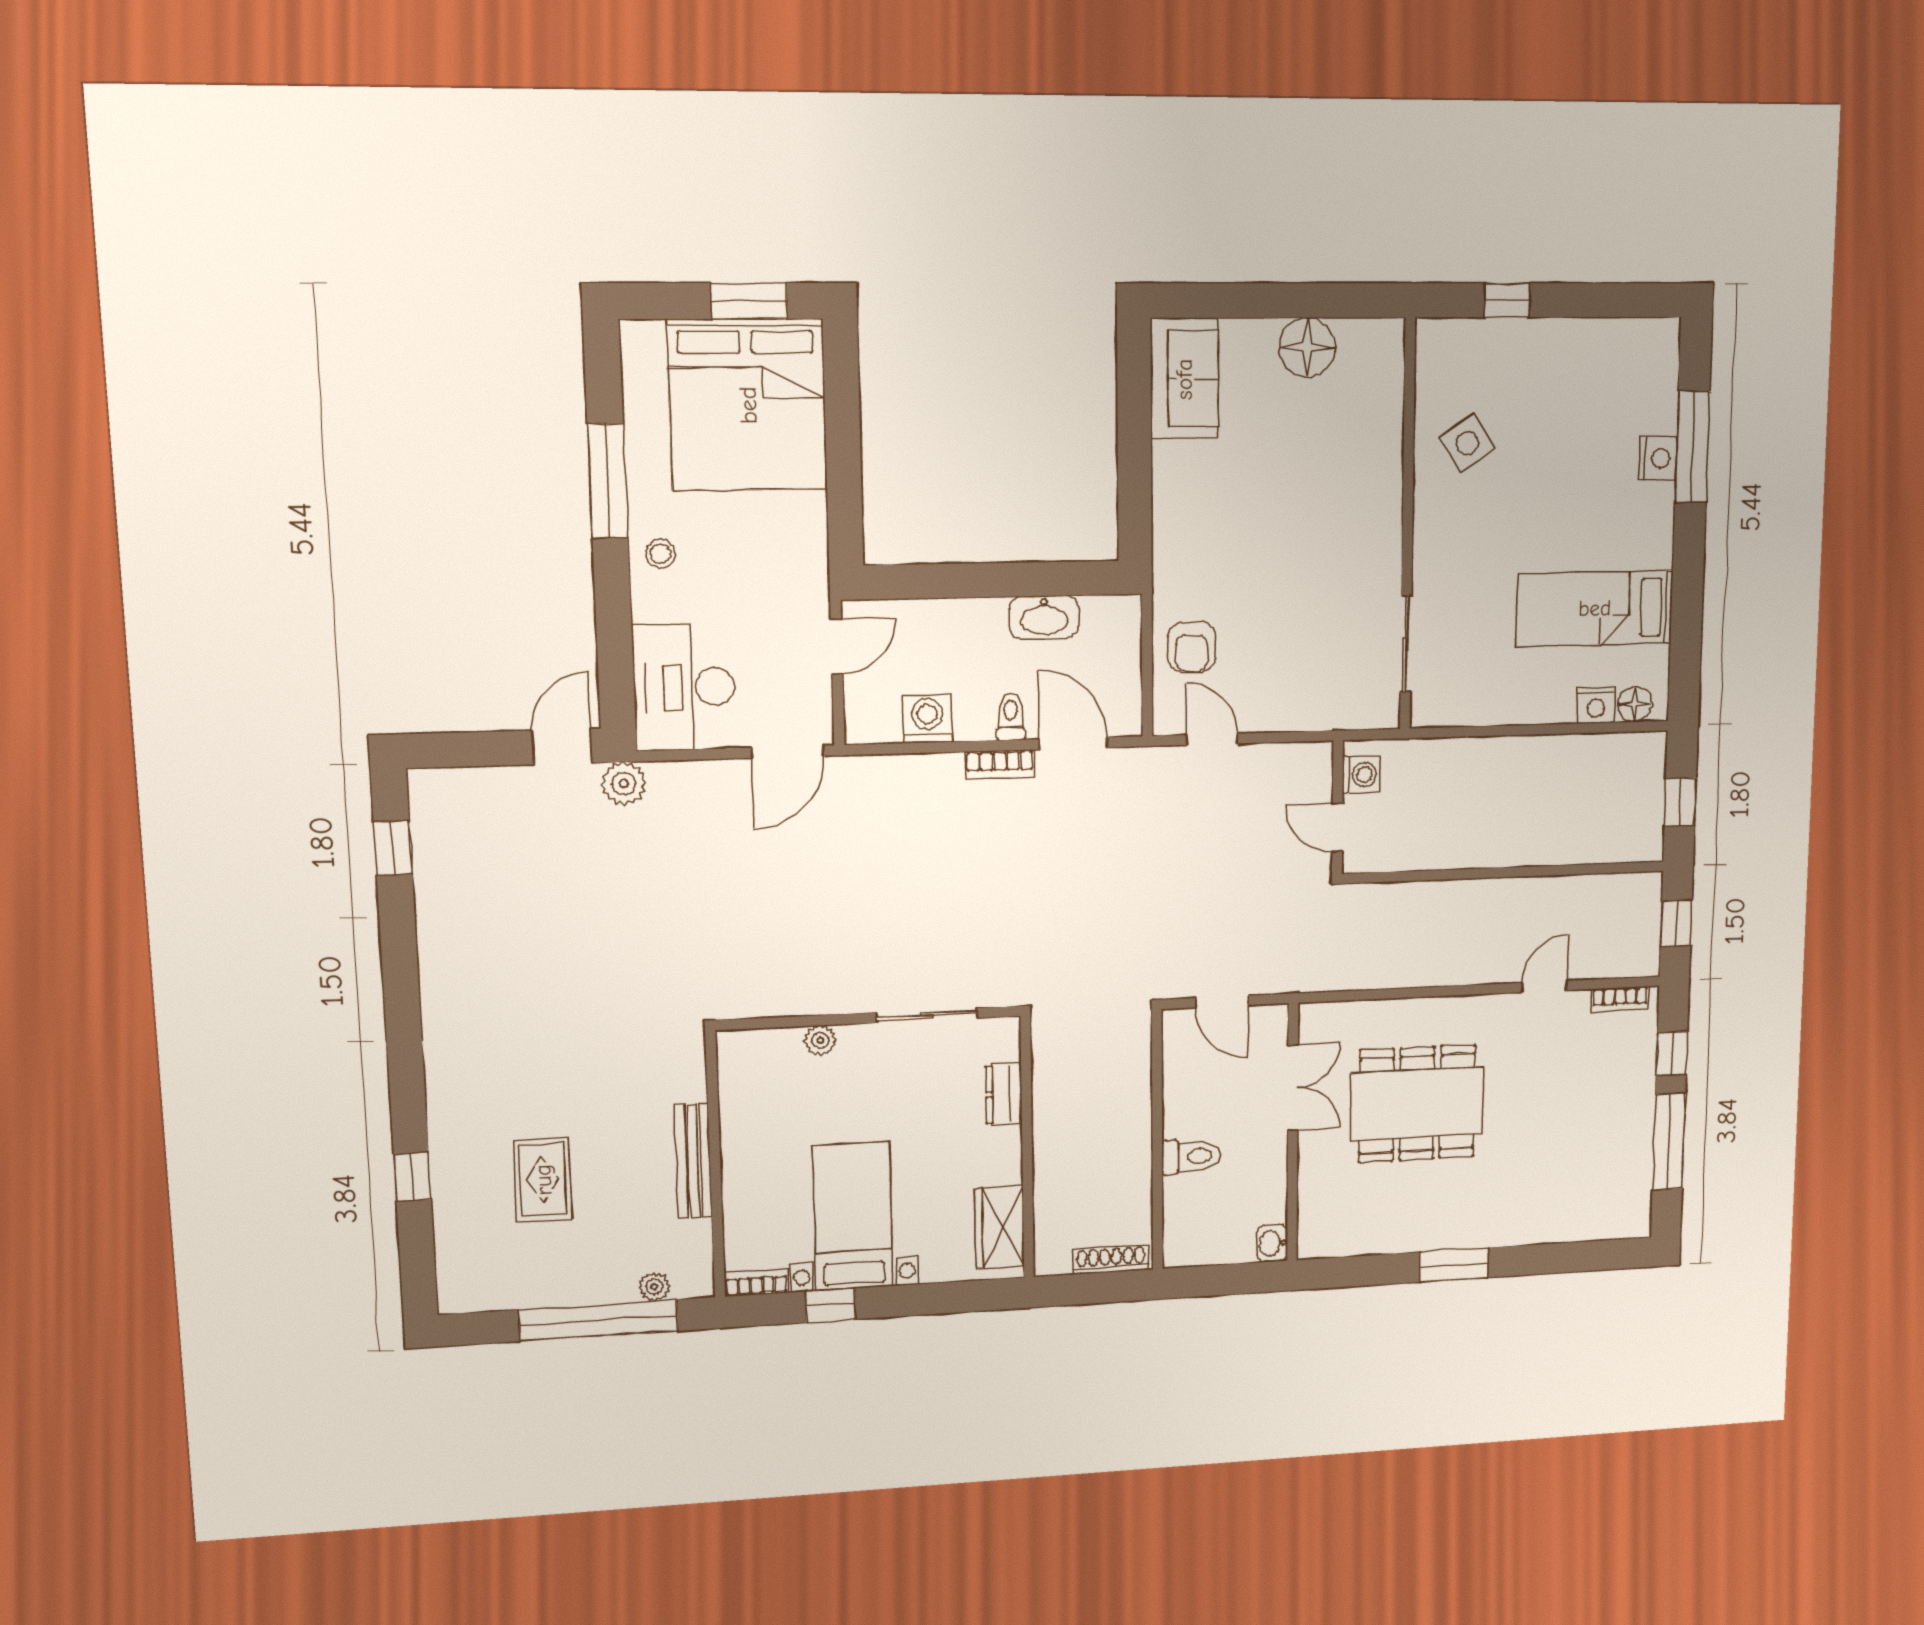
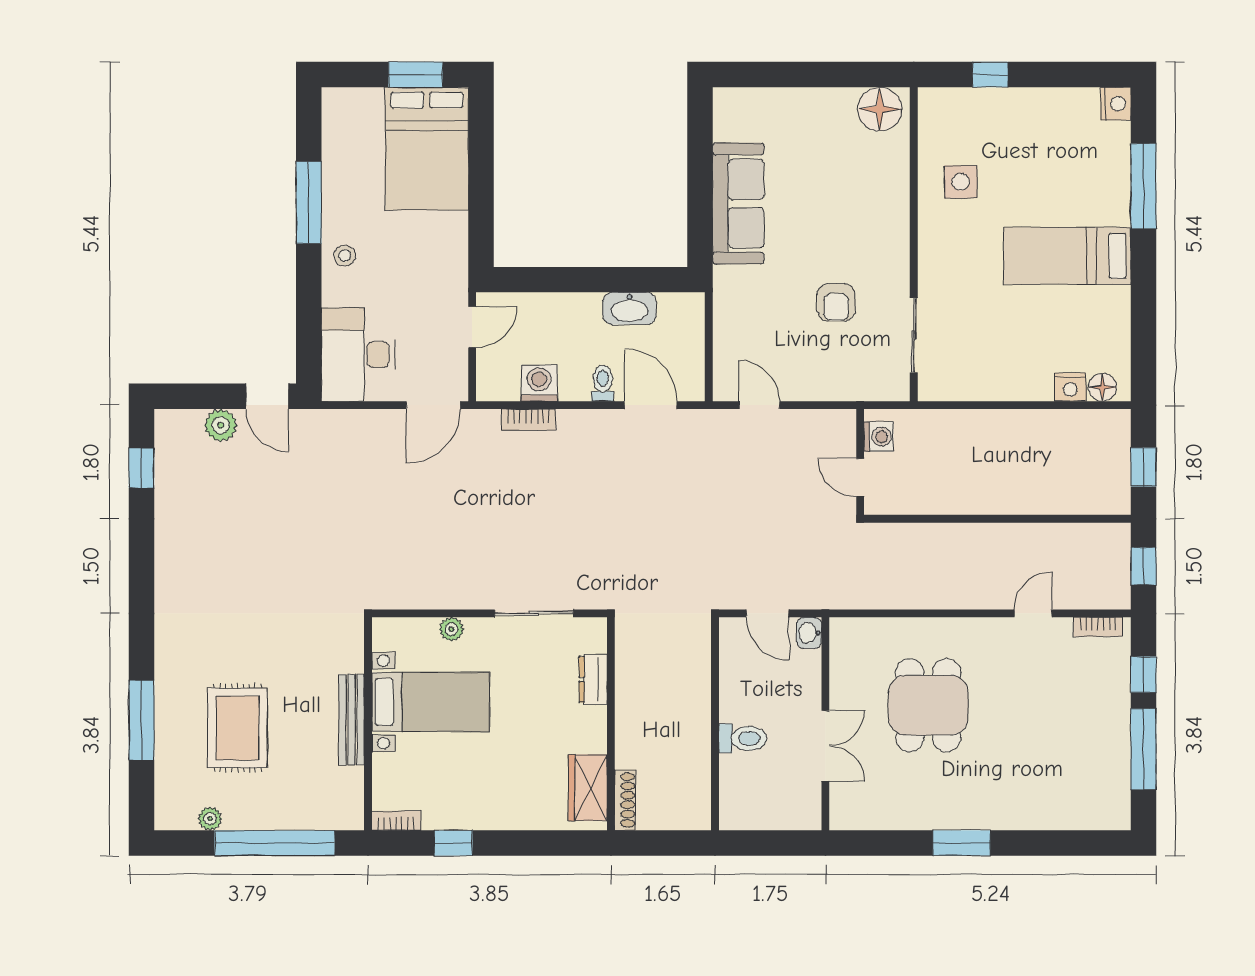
floor lamp: (1307, 347) -> (880, 109), moved
sofa: (1184, 379) -> (738, 203), moved, width x1.36
bed: (748, 405) -> (427, 149), width x0.73
side table: (1467, 443) -> (961, 182), turned 34
nightstand: (1658, 458) -> (1116, 104), moved
bed: (1595, 608) -> (1067, 256), moved
armchair: (1192, 647) -> (836, 302), moved
door: (562, 747) -> (267, 396), swing flipped
bookcase: (1000, 764) -> (529, 420), moved
plant: (624, 784) -> (221, 425), moved
double door: (1293, 1088) -> (825, 746), moved
dining table: (1417, 1104) -> (928, 705), width x0.73
window: (412, 1177) -> (141, 720), width x2.17
rug: (543, 1180) -> (238, 728), width x1.36, depth x1.43
bed with nightstands: (853, 1216) -> (431, 702), moved, turned 90
washbasin: (1272, 1243) -> (809, 633), moved
shoe rack: (1111, 1260) -> (625, 800), moved, turned 90
plant: (654, 1287) -> (210, 819), moved

